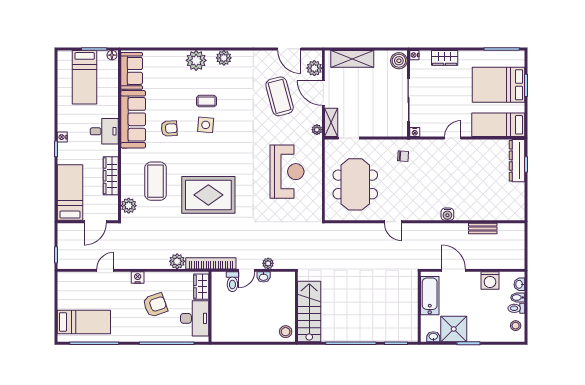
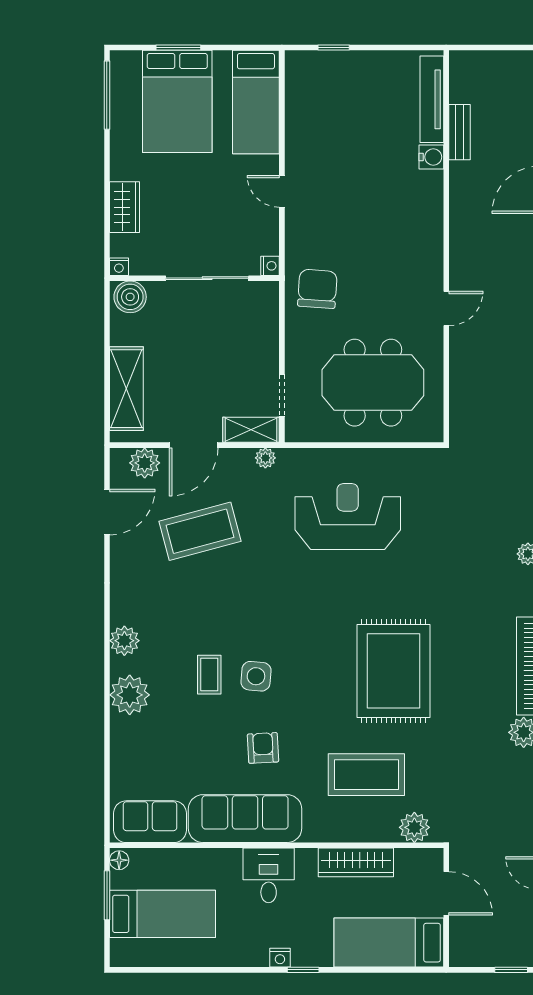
chair: (403, 156) -> (317, 289), width x1.87, depth x1.87
dresser: (517, 161) -> (326, 65), removed
water cooler: (447, 214) -> (431, 157), moved
tv unit: (500, 214) -> (432, 99), added

